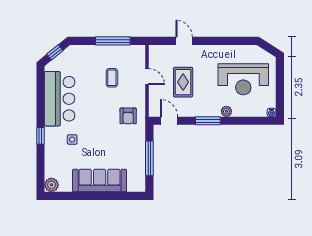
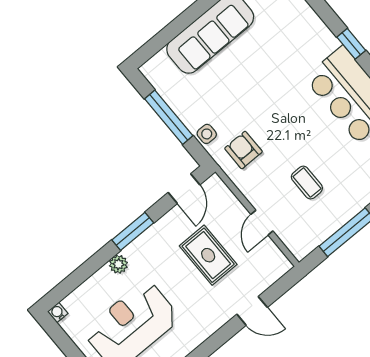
door: (147, 77) -> (262, 223), hinge flipped
door: (169, 121) -> (184, 189), hinge flipped
window: (40, 136) -> (351, 44), moved
side table: (72, 140) -> (207, 134), moved

